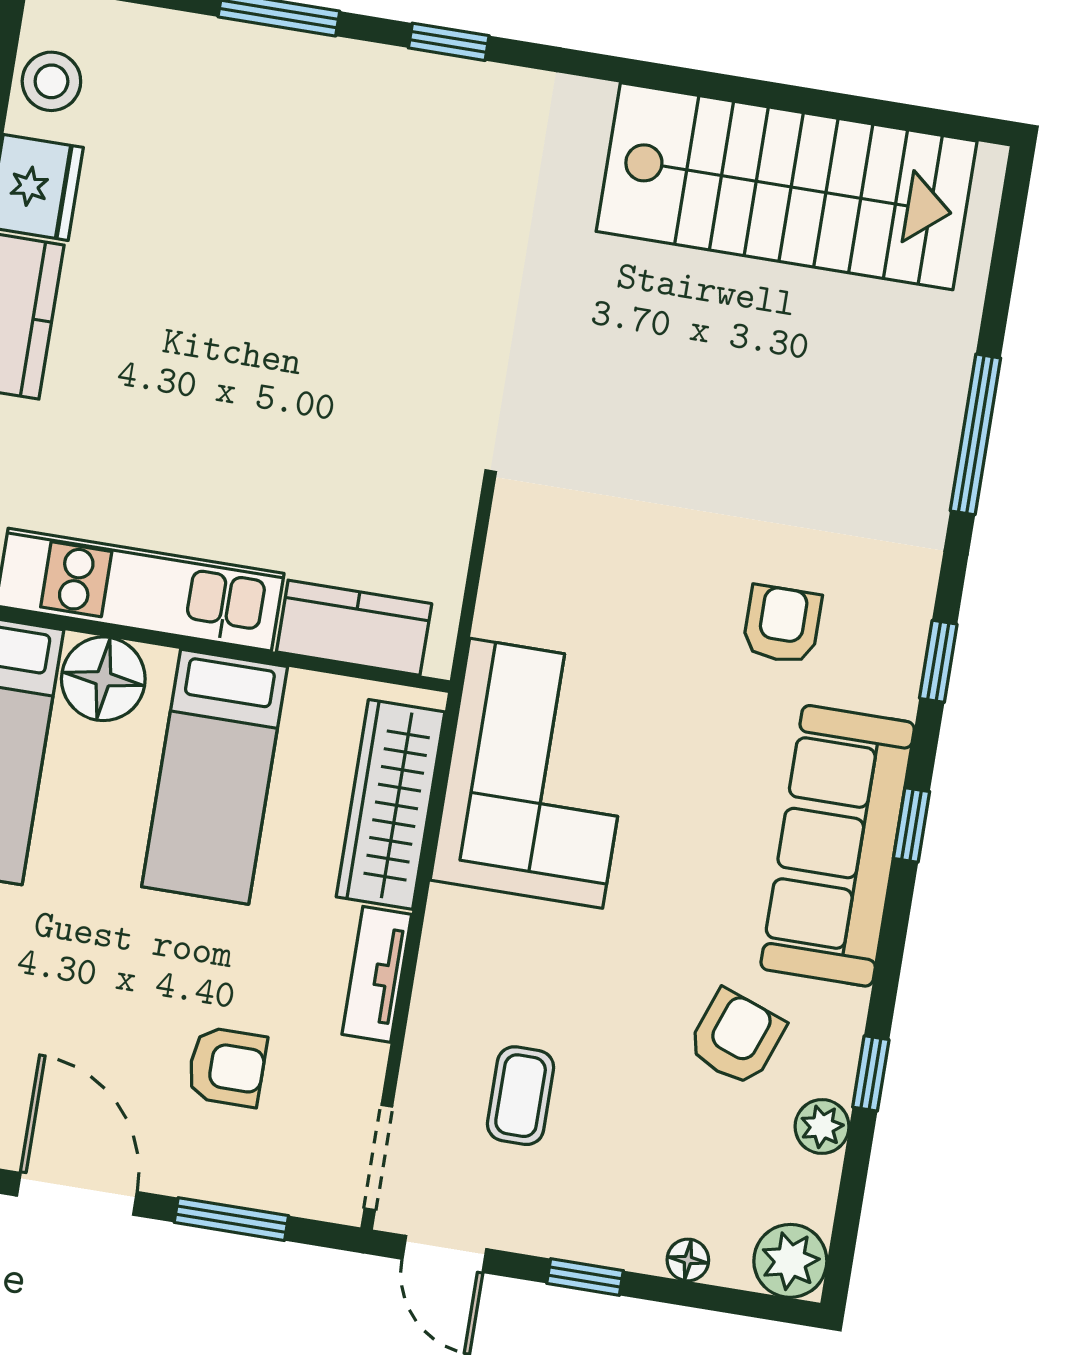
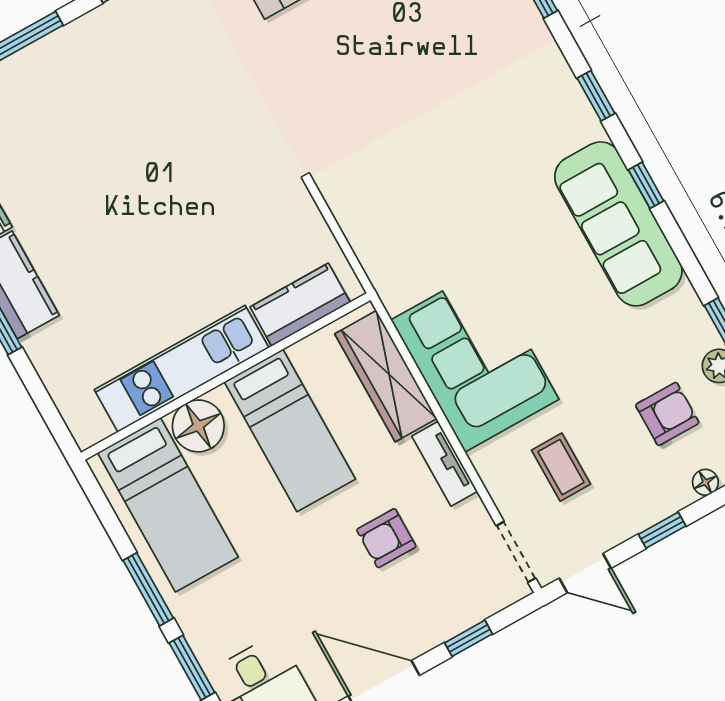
armchair: (782, 624) -> (506, 138), removed
corner sofa: (536, 773) -> (475, 360), moved
armchair: (736, 1038) -> (667, 414), moved, turned 70
armchair: (227, 1067) -> (386, 538), moved, turned 180
window: (231, 1219) -> (469, 638), width x0.67

